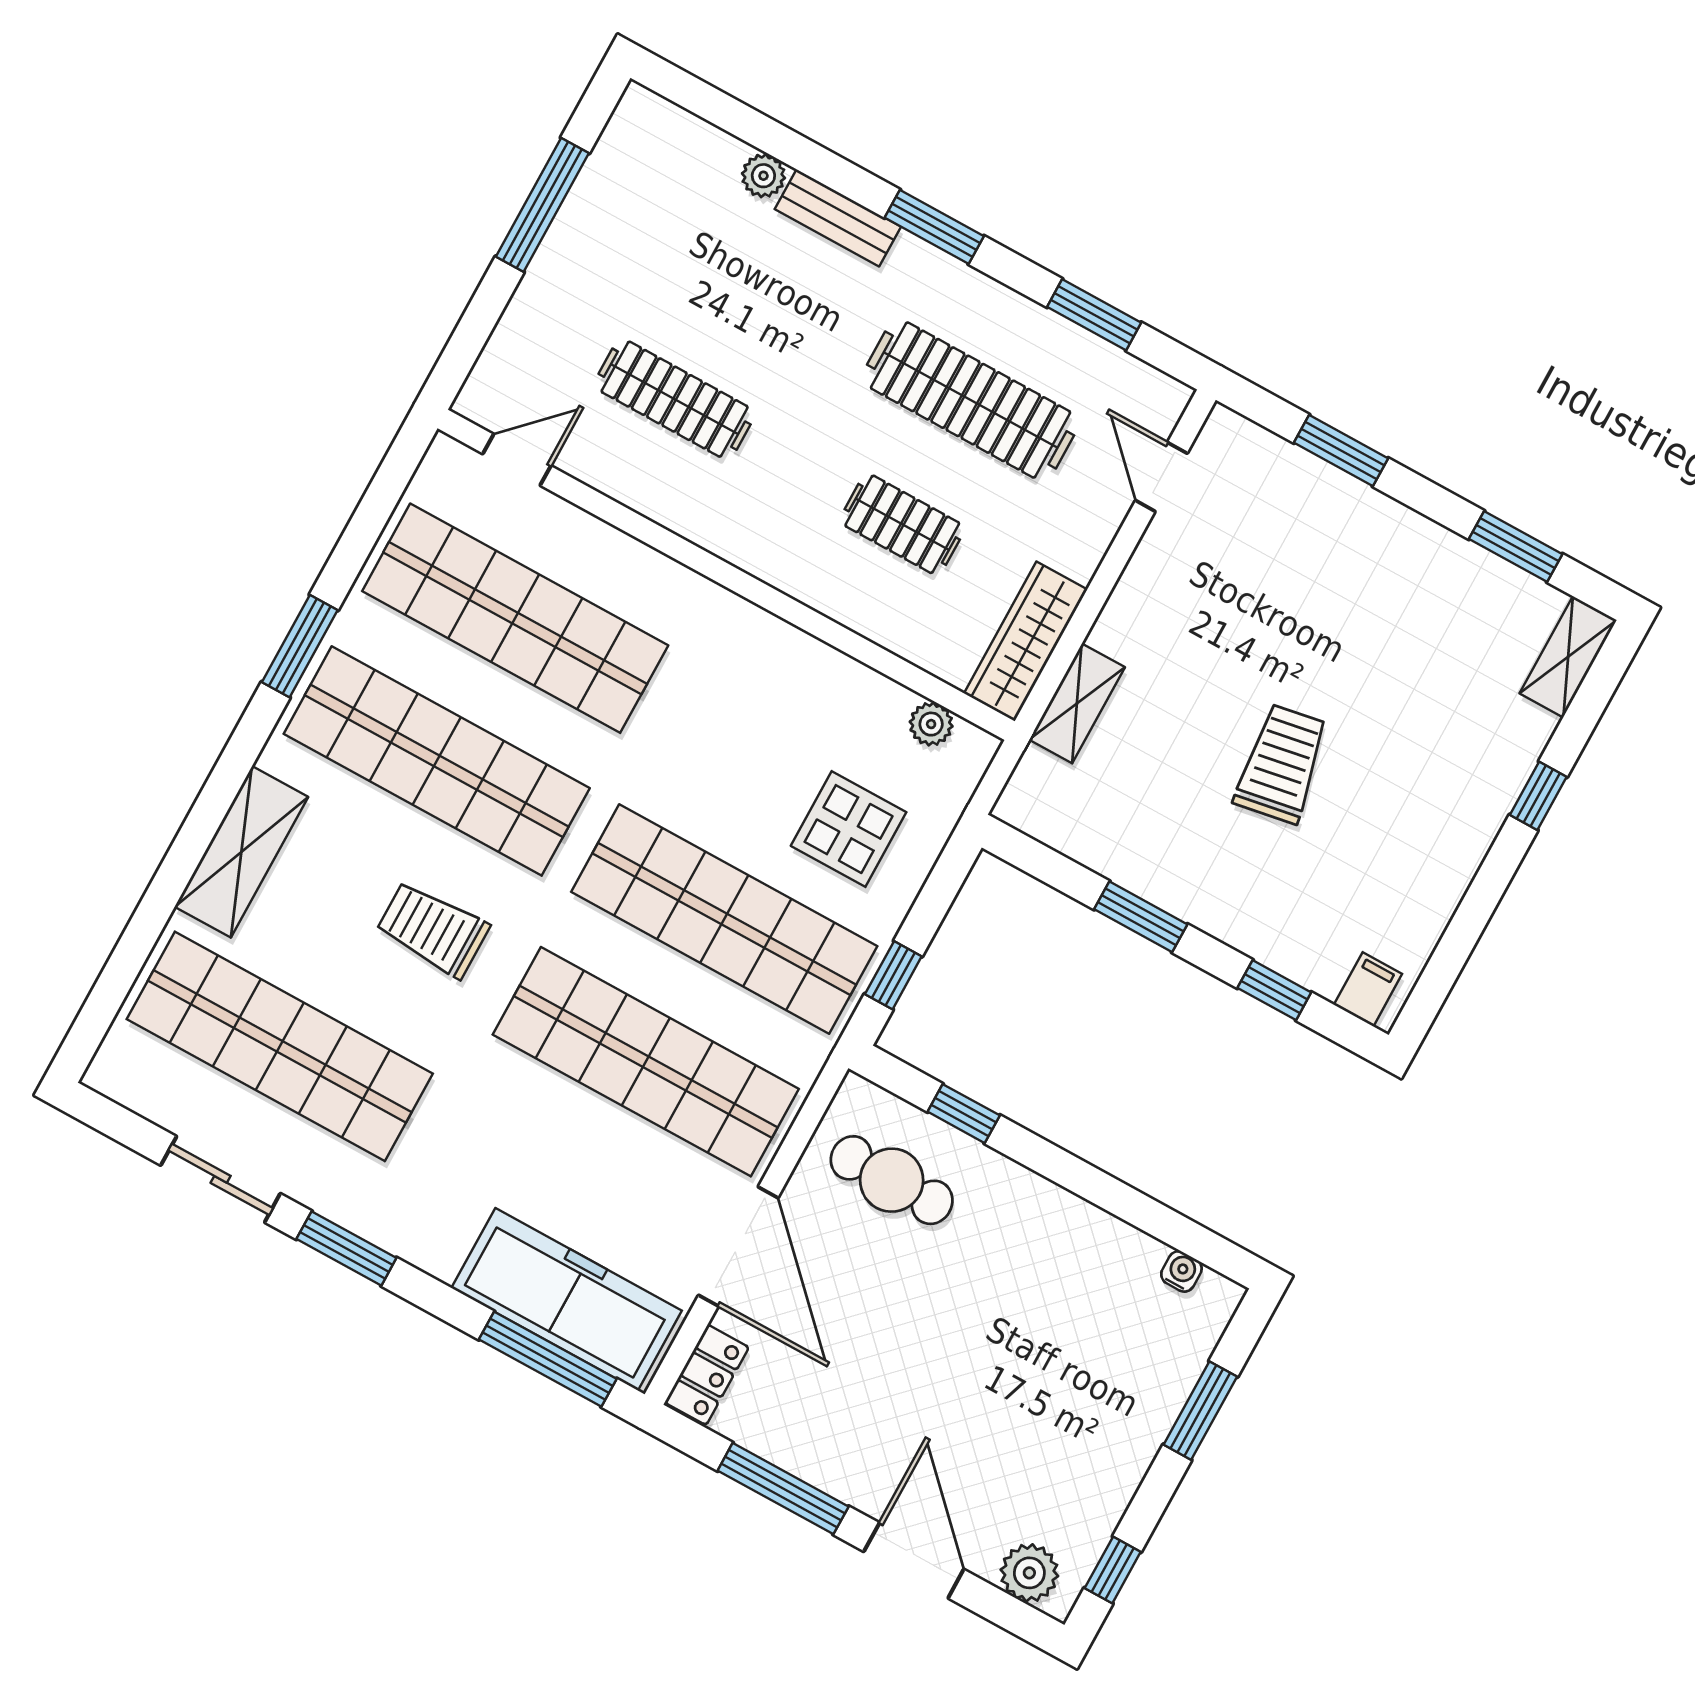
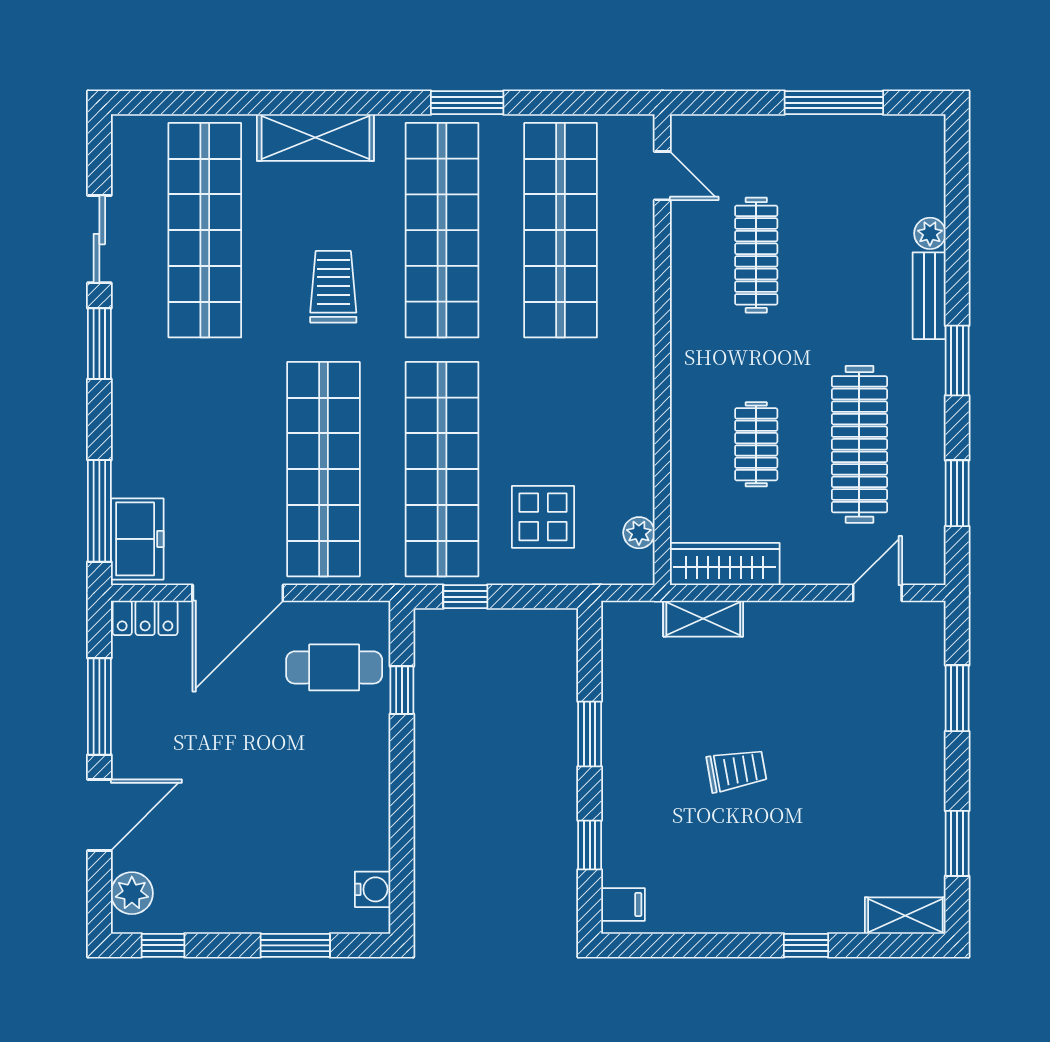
trolley: (1282, 764) -> (737, 770), width x0.73, depth x0.72
cafe table: (892, 1180) -> (334, 667), turned 90
water cooler: (1181, 1271) -> (373, 889), width x1.38, depth x1.38
freezer: (567, 1299) -> (137, 539), width x0.52, depth x0.79

